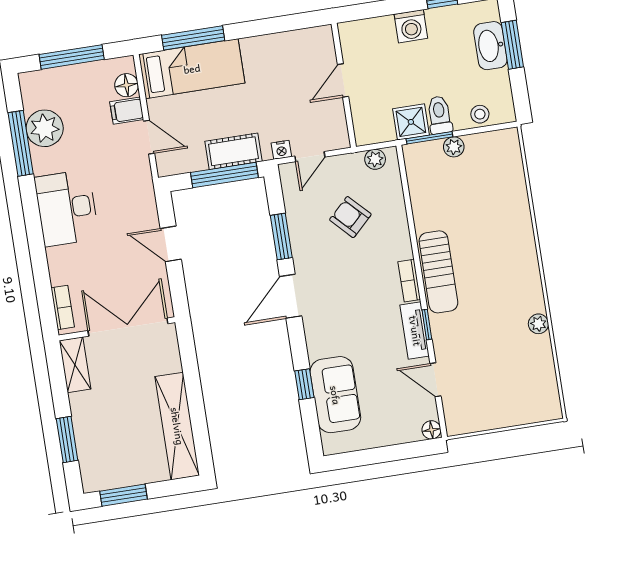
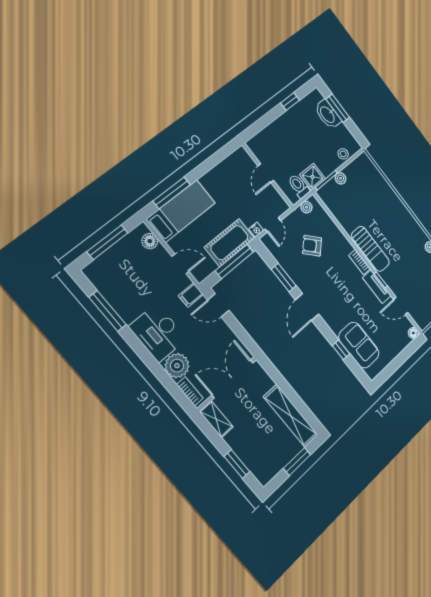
washing machine: (411, 26) -> (283, 125), removed
filing cabinet: (127, 111) -> (191, 295), moved
toilet: (439, 115) -> (299, 186), moved
plant: (45, 128) -> (177, 366), moved
cot: (233, 151) -> (229, 243), width x1.37, depth x1.34
door: (171, 244) -> (218, 305), moved
window: (124, 495) -> (297, 461), moved

